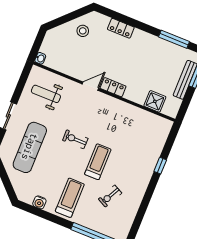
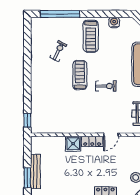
shower: (155, 101) -> (73, 144), moved
treadmill: (98, 162) -> (80, 75), turned 180
window: (160, 166) -> (27, 120), moved

